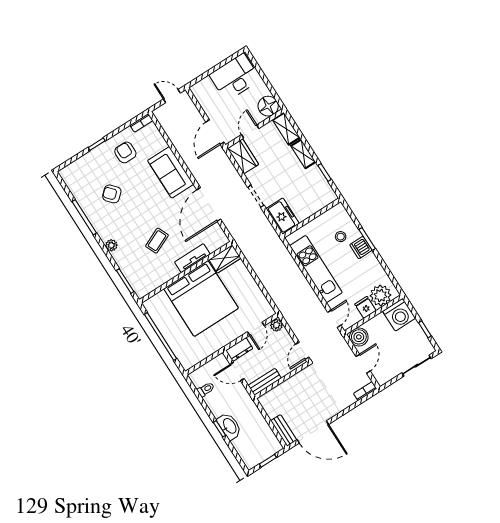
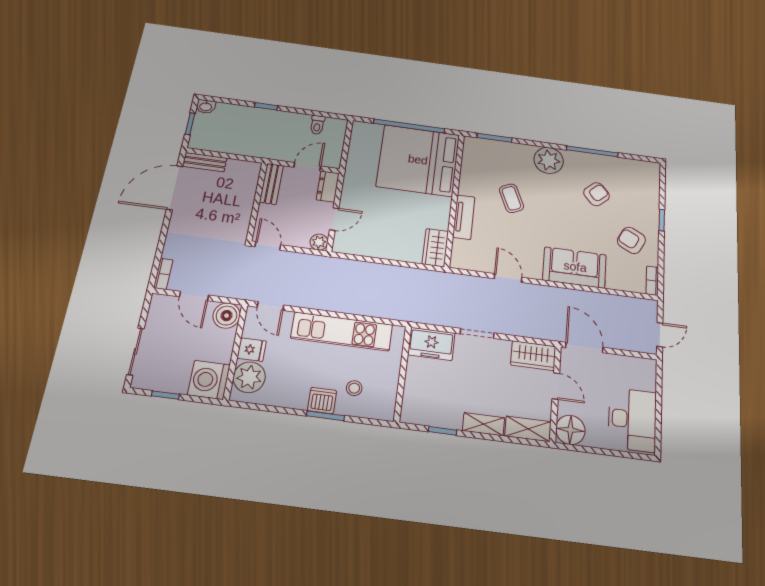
armchair: (125, 152) -> (631, 240), turned -153
door: (209, 205) -> (508, 278), width x0.53
plant: (111, 245) -> (549, 160), width x1.87, depth x1.87
bed: (201, 298) -> (418, 160), moved
door: (256, 329) -> (334, 219), swing flipped
washbasin: (229, 426) -> (206, 107), moved, width x0.52, depth x0.69

